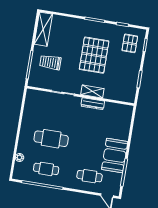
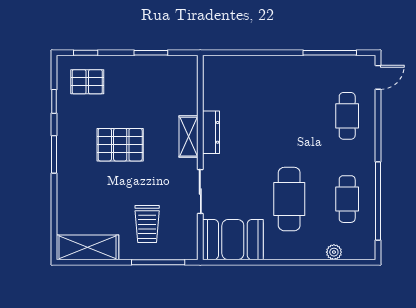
pallet: (94, 55) -> (120, 145), width x0.73, depth x0.71
booth: (115, 156) -> (233, 240), moved

